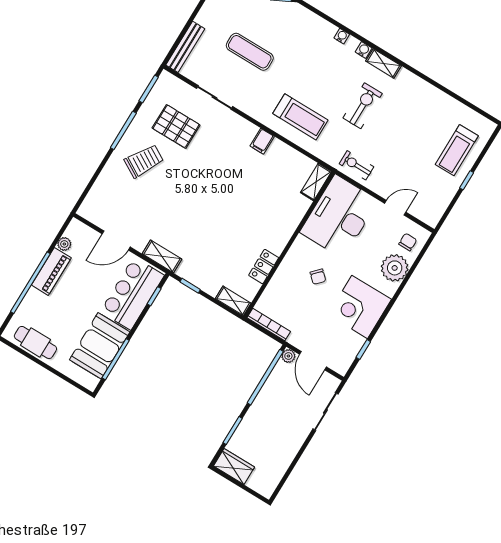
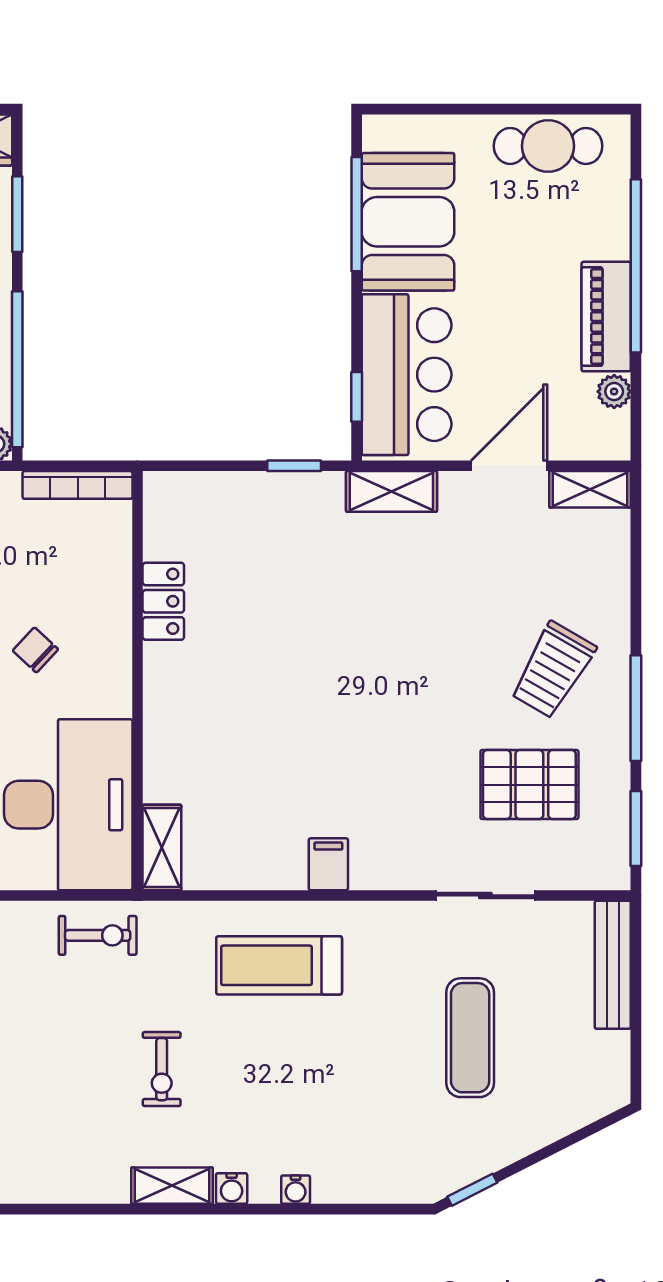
exercise mat: (250, 52) -> (470, 1038), turned 90
exercise bike: (363, 106) -> (162, 1069), width x0.73, depth x0.72
shelving: (233, 301) -> (590, 489), moved

